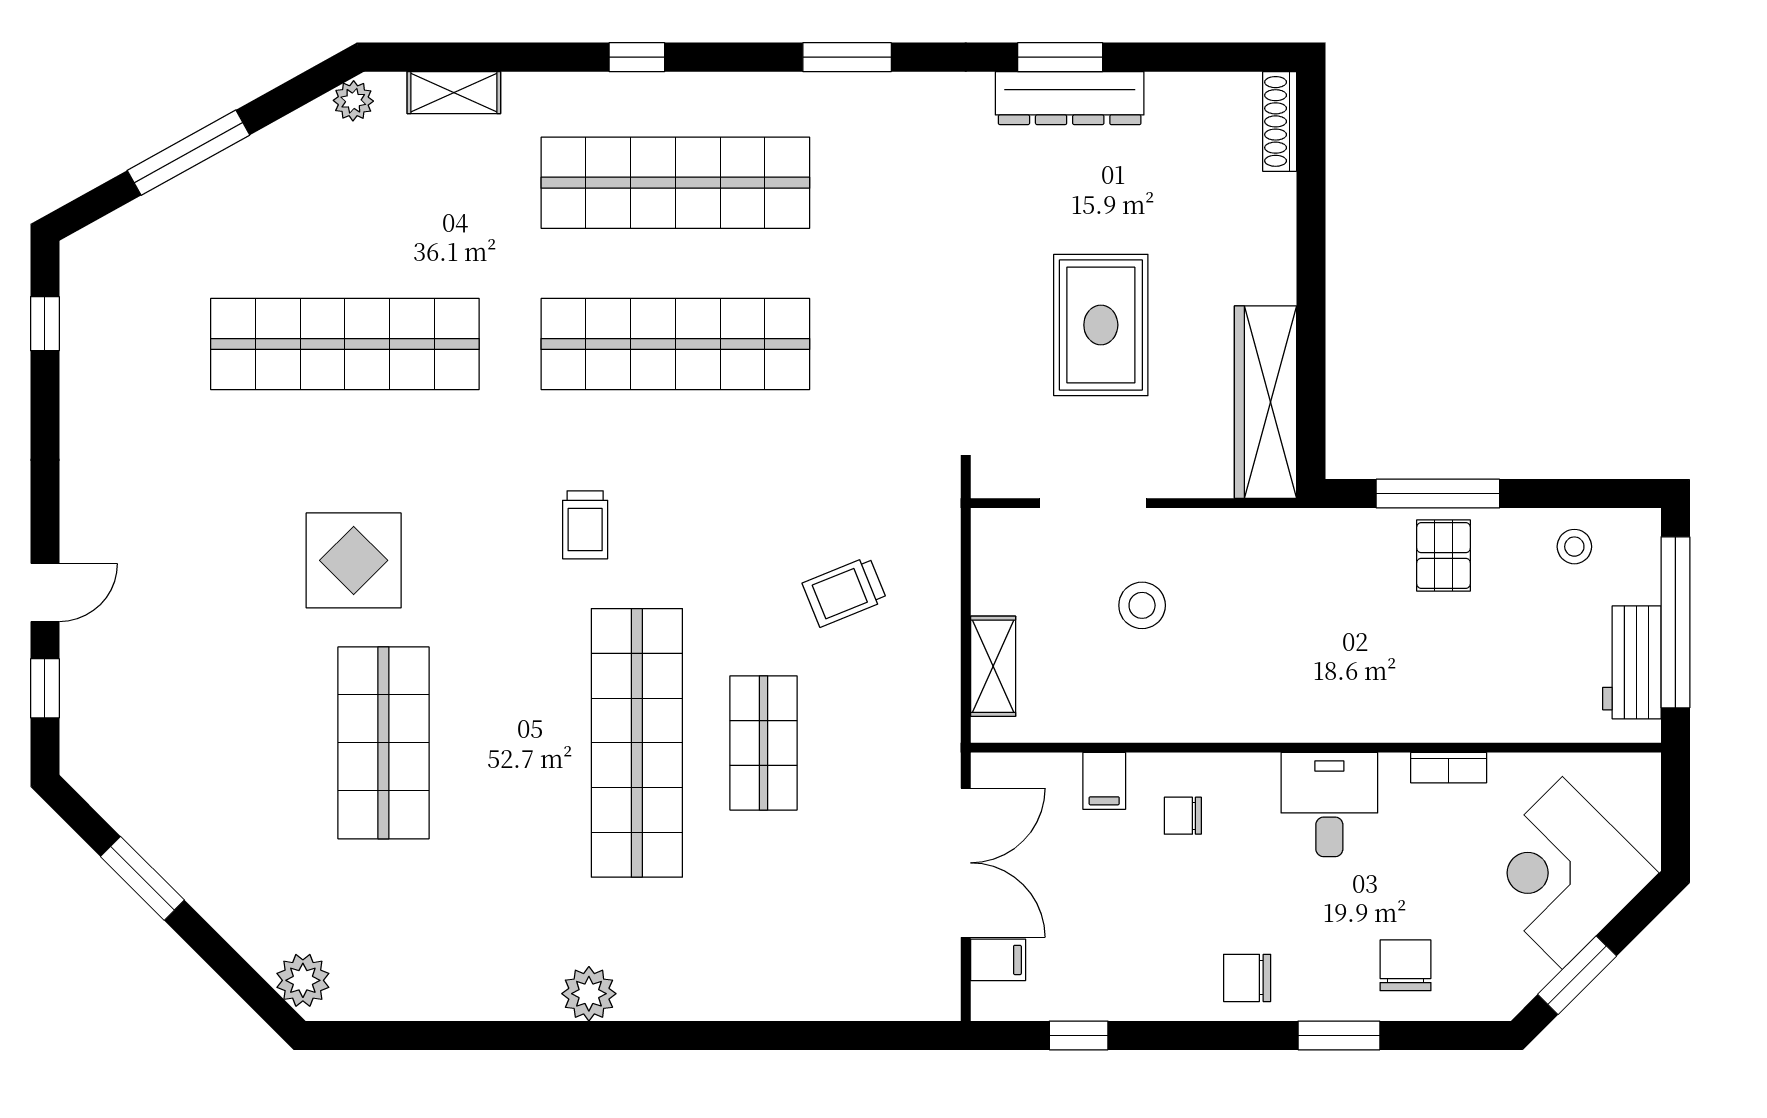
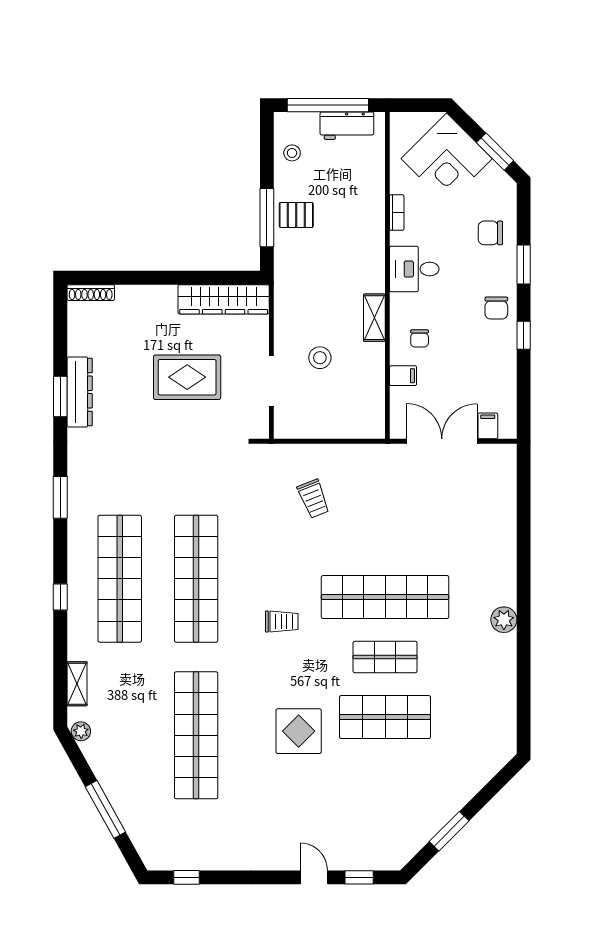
shelving: (993, 666) -> (374, 318), moved, turned 90
shop shelf: (764, 743) -> (385, 657), moved
plant: (303, 980) -> (497, 755), removed
window: (1079, 1035) -> (524, 335), moved

